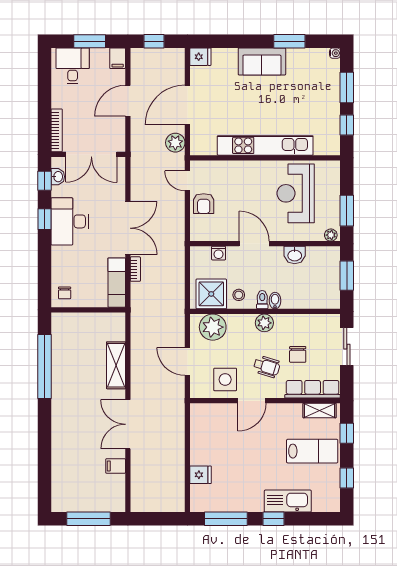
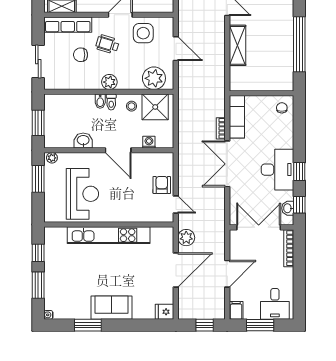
chair: (298, 354) -> (81, 55), turned -90

